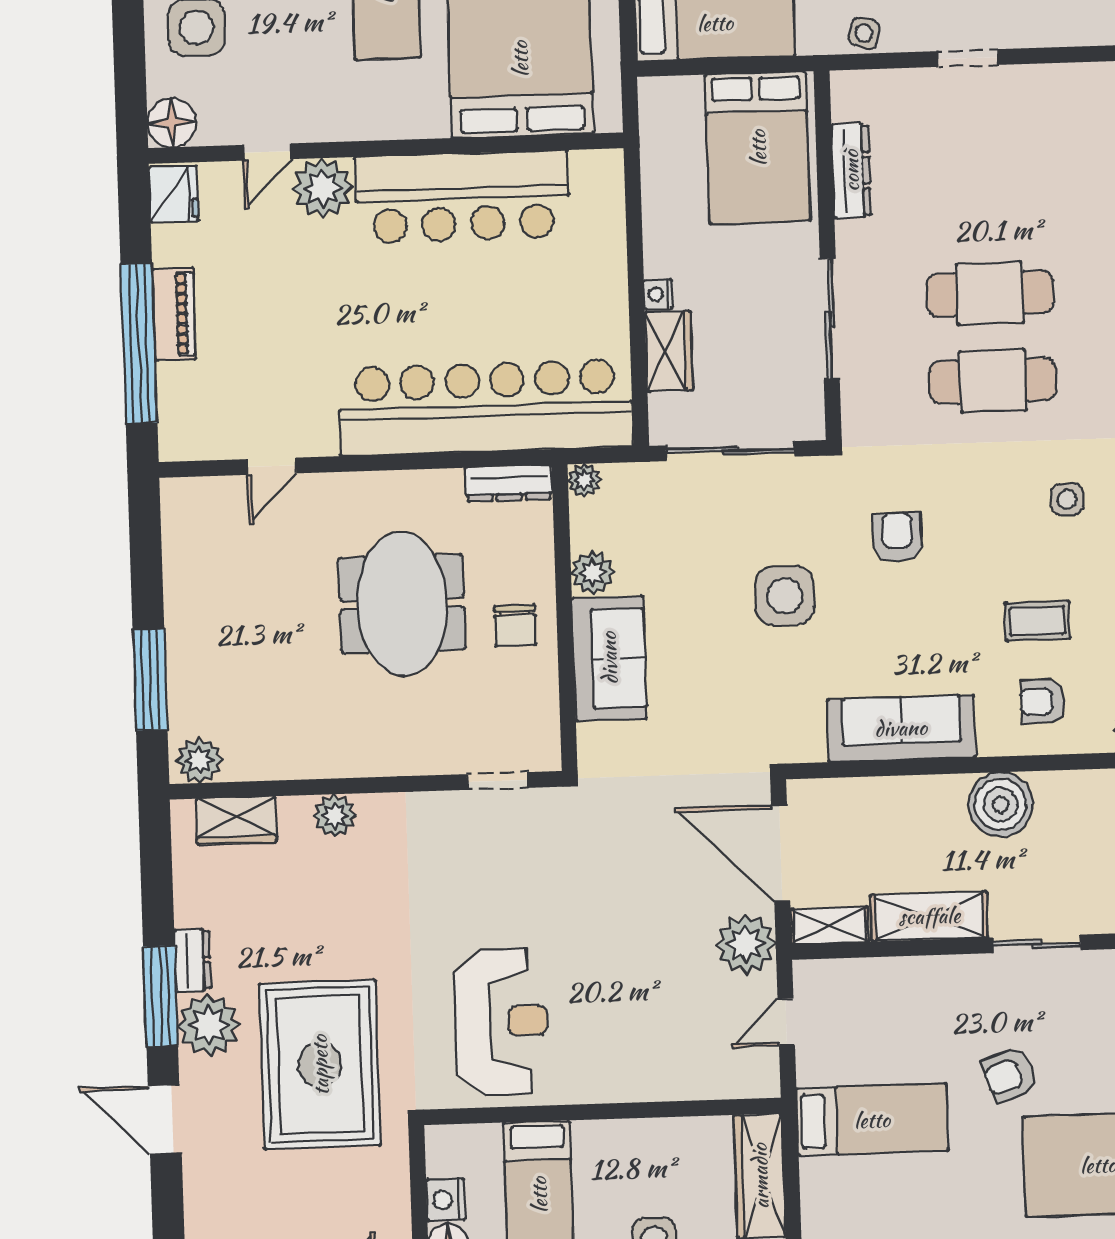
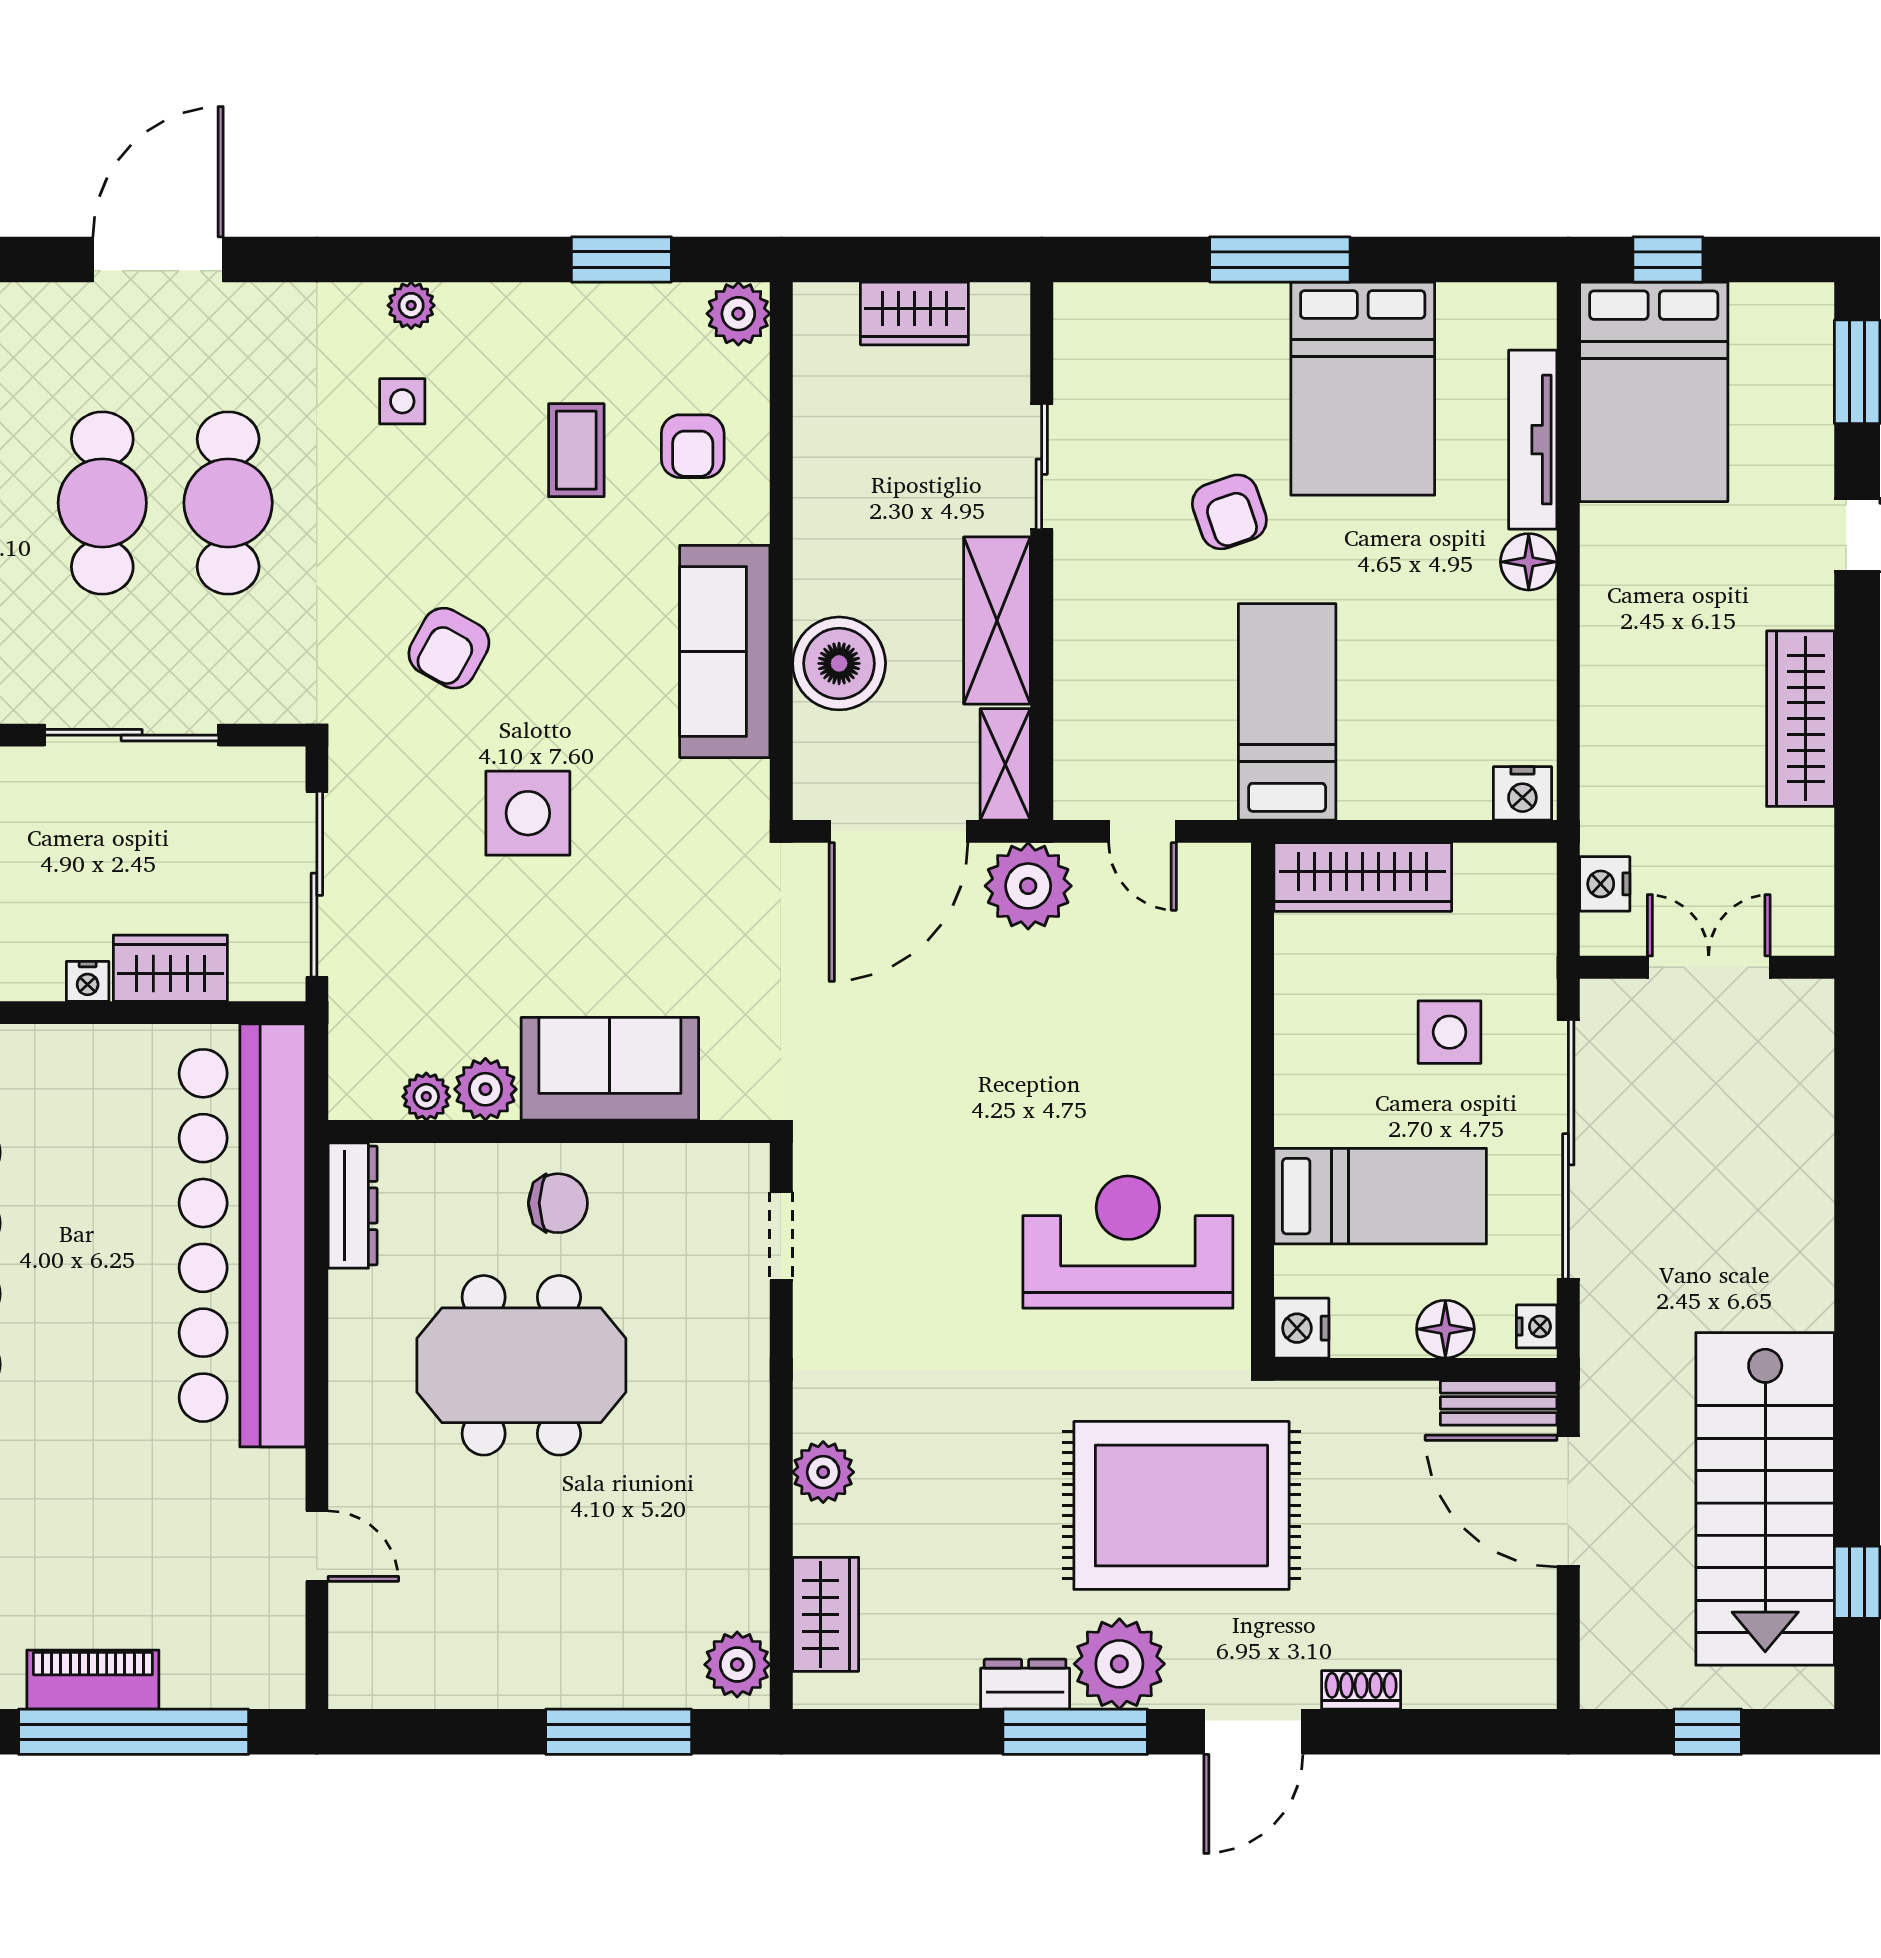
plant: (584, 480) -> (426, 1097), moved
armchair: (897, 537) -> (449, 648), turned -61
boiler: (1001, 804) -> (839, 663), moved
shoe rack: (196, 1193) -> (1361, 1690), added
nightstand: (446, 1200) -> (1301, 1328), moved, turned 90

